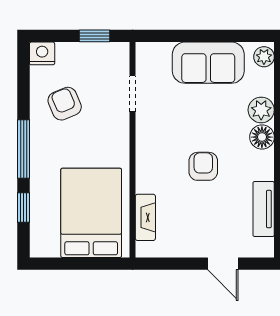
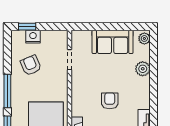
window: (94, 36) -> (27, 27), moved
nightstand: (42, 53) -> (33, 37), moved
floor lamp: (262, 137) -> (143, 84), removed

